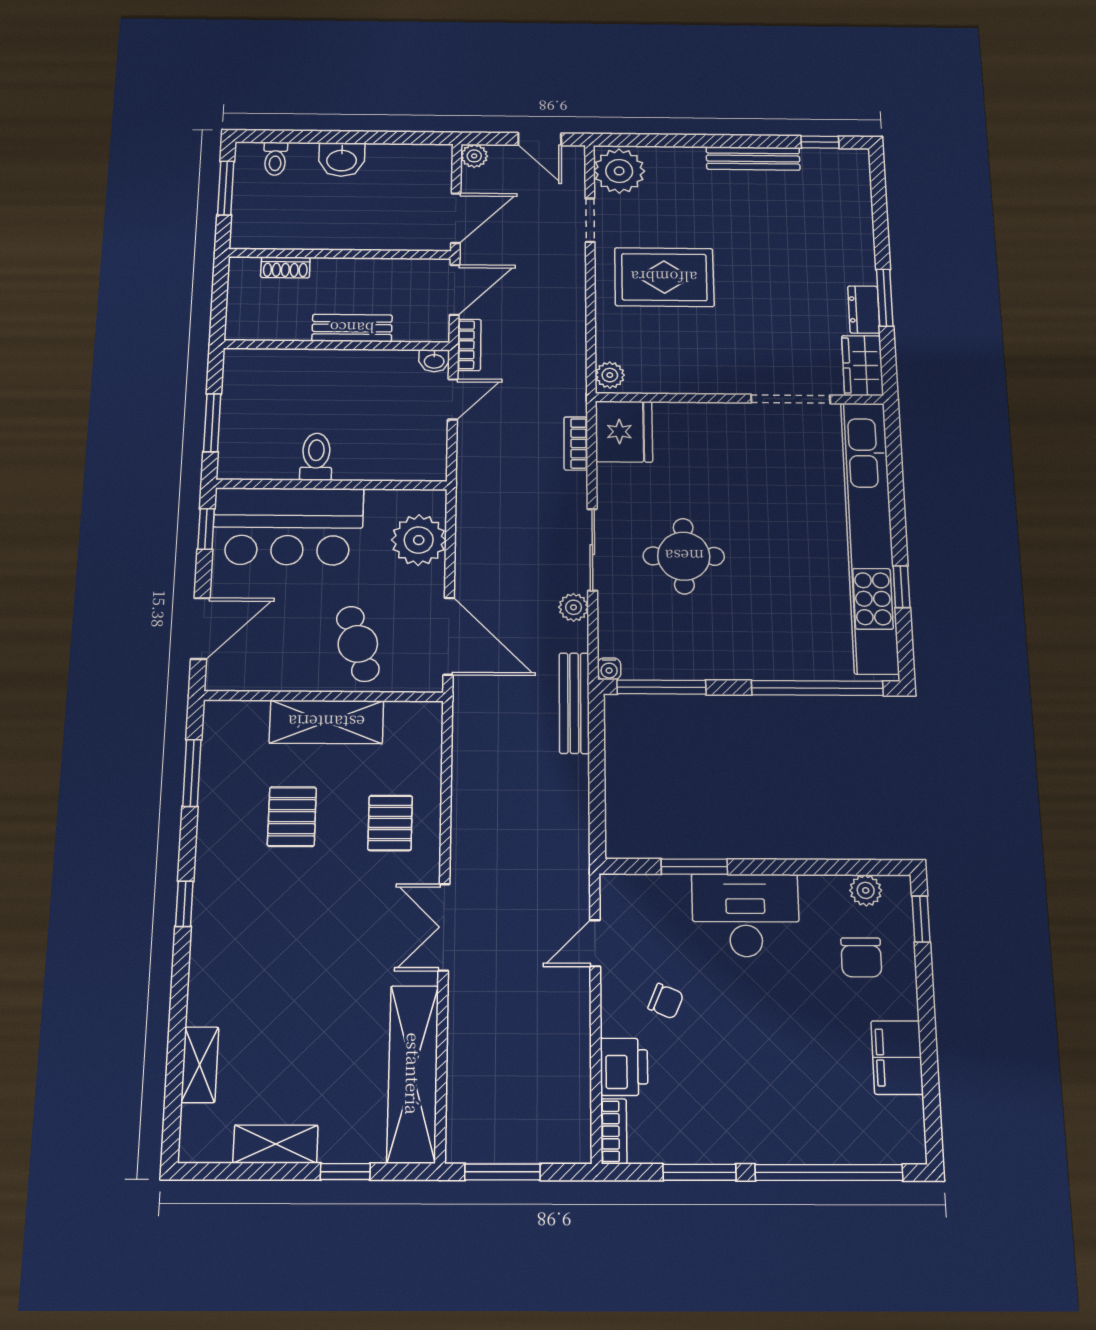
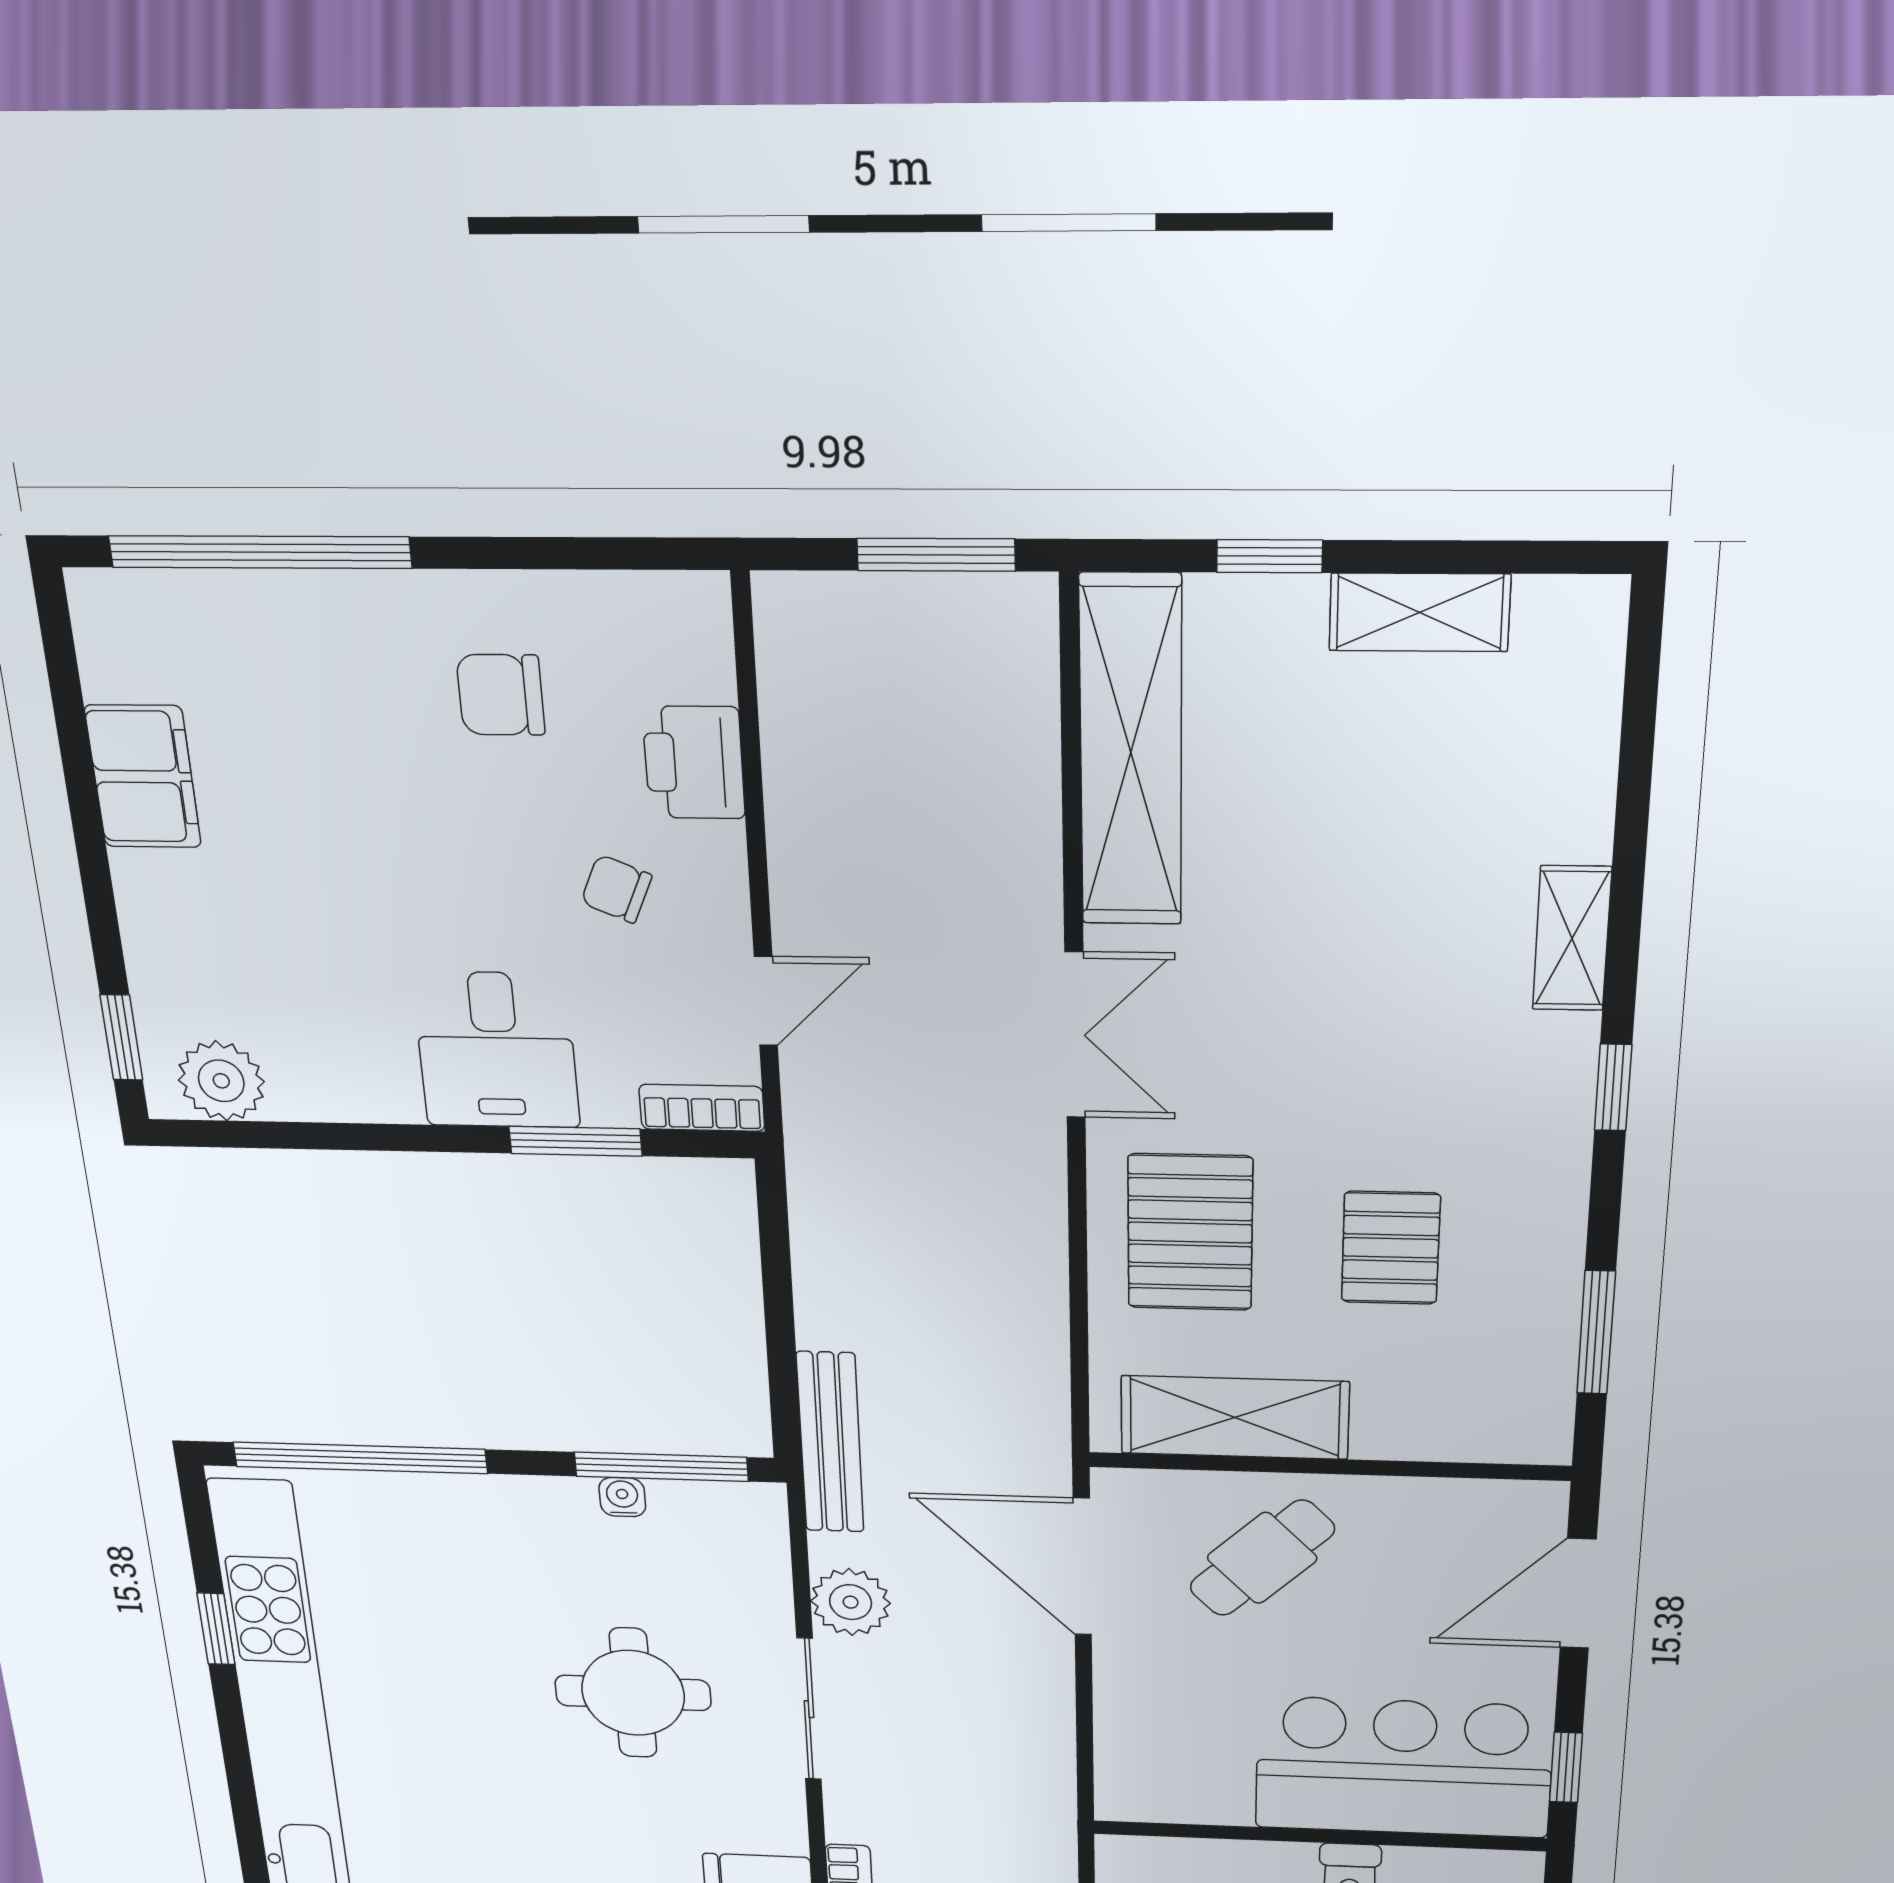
plant: (419, 540) -> (1146, 1736), removed
plant: (574, 607) -> (851, 1602), width x1.38, depth x1.38
cafe table: (358, 644) -> (1262, 1558), turned 63
water cooler: (609, 669) -> (622, 1497), moved
shelving: (326, 722) -> (1235, 1418), moved
pallet: (390, 823) -> (1190, 1232), width x1.50, depth x1.42
plant: (866, 890) -> (221, 1081), width x1.38, depth x1.38
desk: (746, 915) -> (496, 1050), width x0.73
chair: (861, 957) -> (501, 695), moved, turned -90
shelving: (200, 1065) -> (1572, 938), moved
bookcase: (614, 1131) -> (702, 1108), moved, turned 90
window: (699, 1172) -> (525, 553), removed

